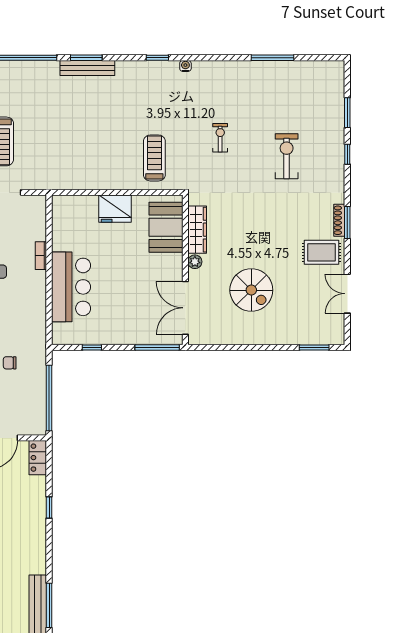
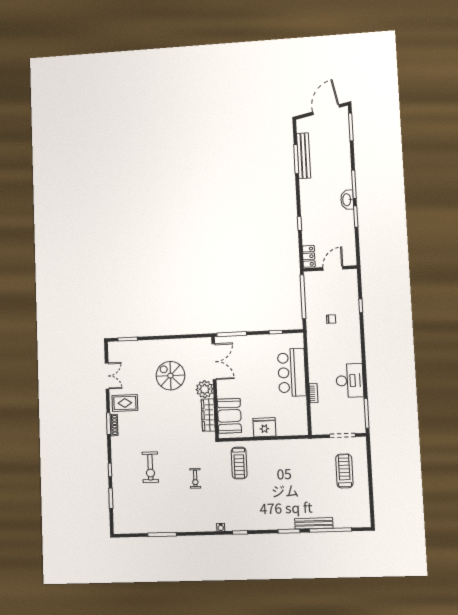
bench: (87, 68) -> (314, 523), moved
plant: (195, 262) -> (205, 389), width x1.88, depth x1.88

